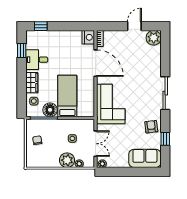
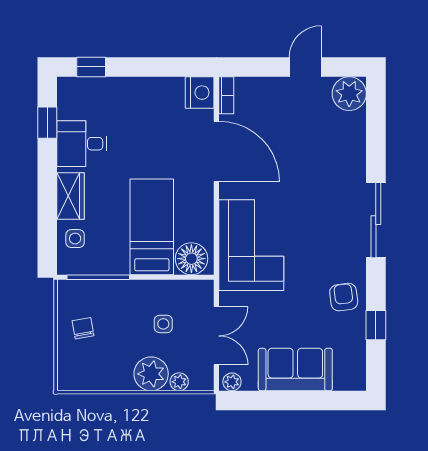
floor lamp: (50, 110) -> (191, 259), moved
sofa: (145, 158) -> (295, 370), moved

